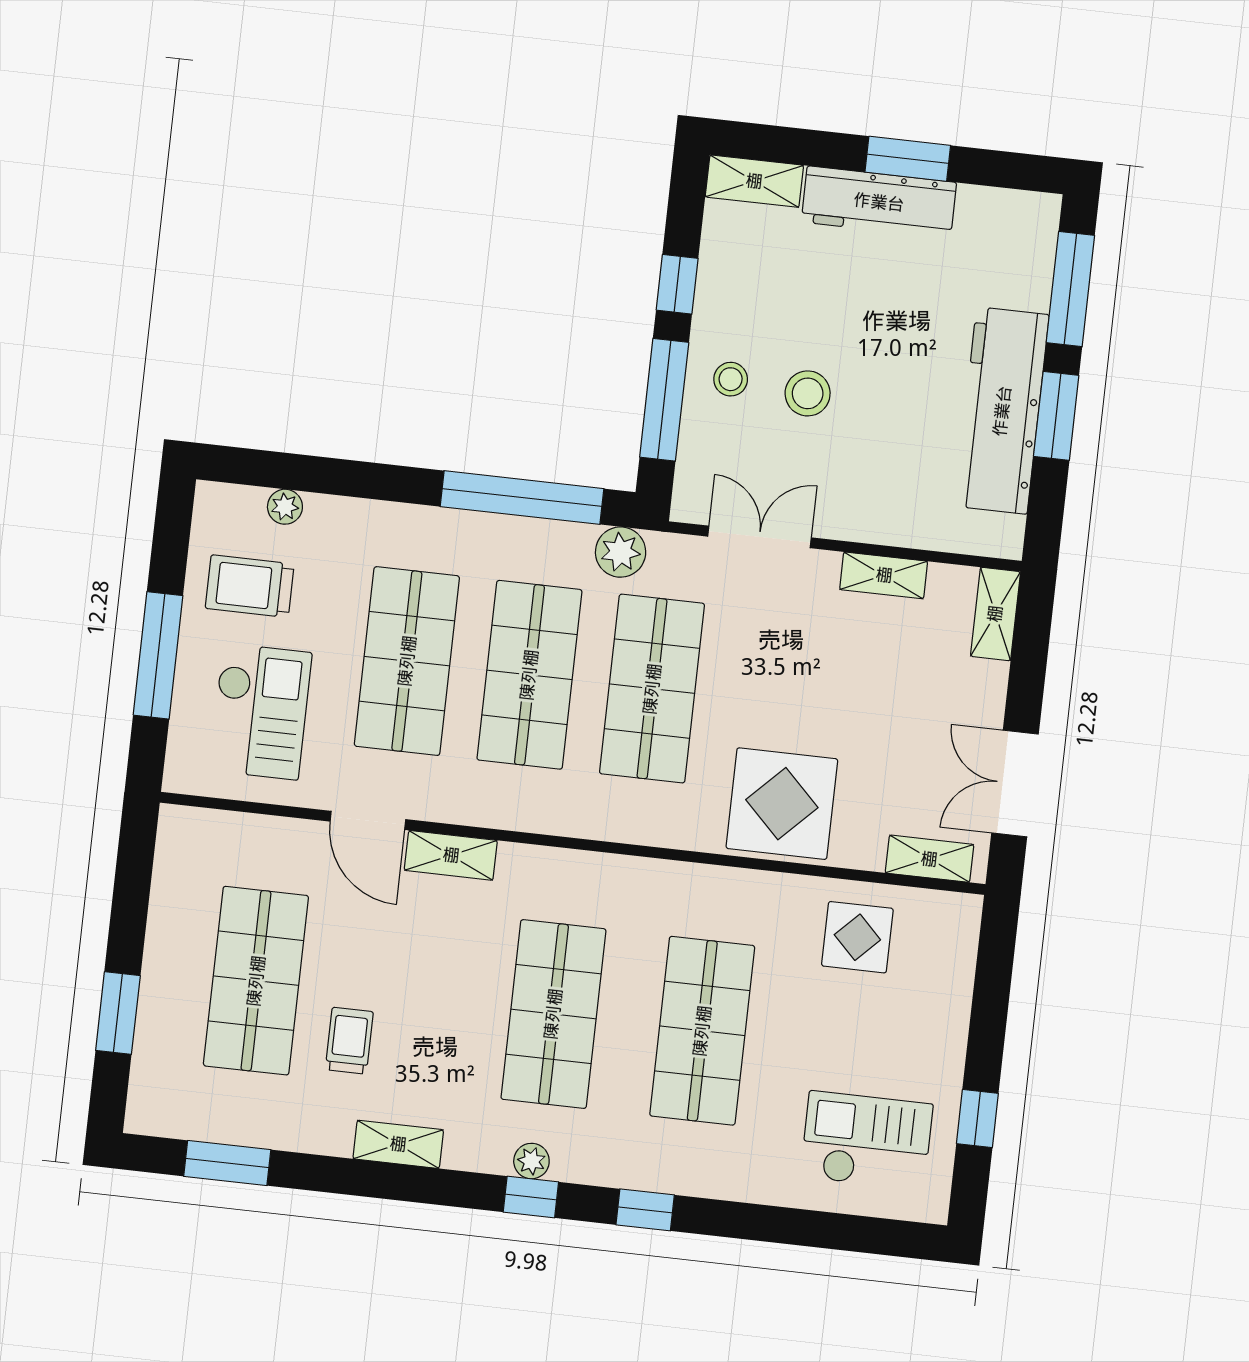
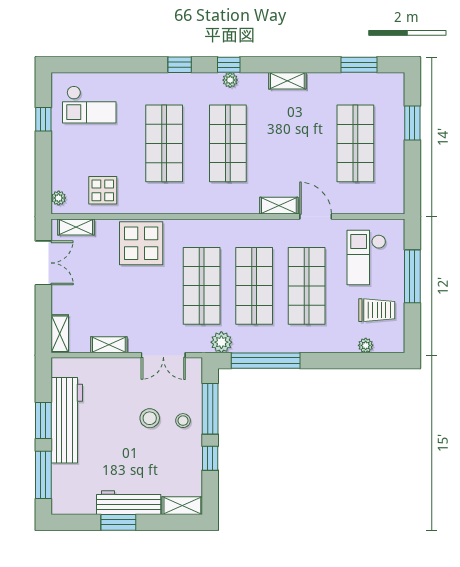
plant: (963, 931) -> (59, 198), added
trolley: (349, 1041) -> (313, 122), removed

